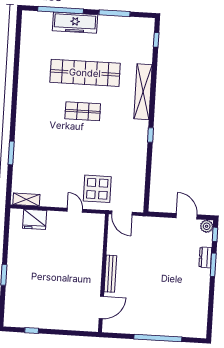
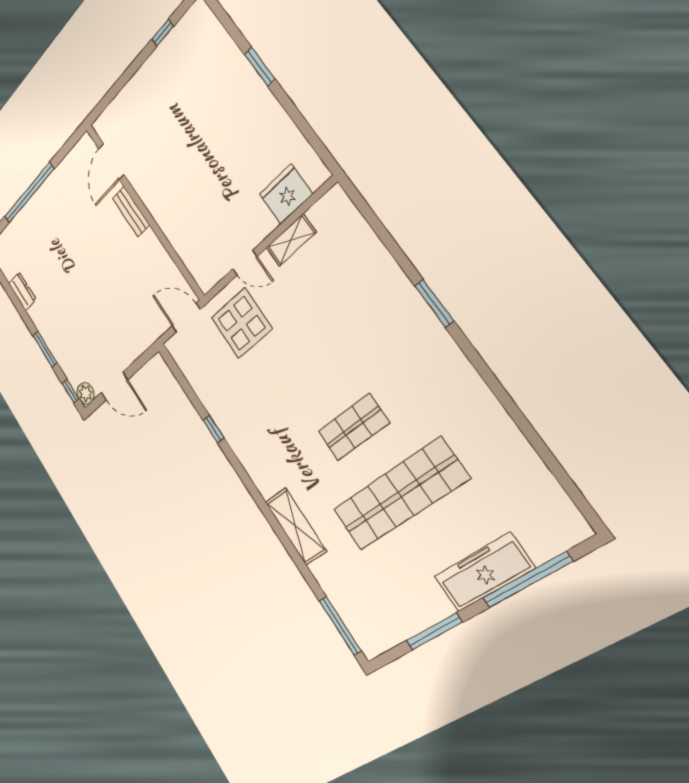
window: (156, 40) -> (340, 626), width x2.17
shelving: (143, 92) -> (296, 526), width x0.68
window: (150, 135) -> (213, 429), moved
window: (11, 153) -> (434, 303), moved
shelving: (26, 200) -> (291, 240), moved
dresser: (205, 257) -> (22, 291), moved
bench: (110, 274) -> (131, 211), width x0.73

